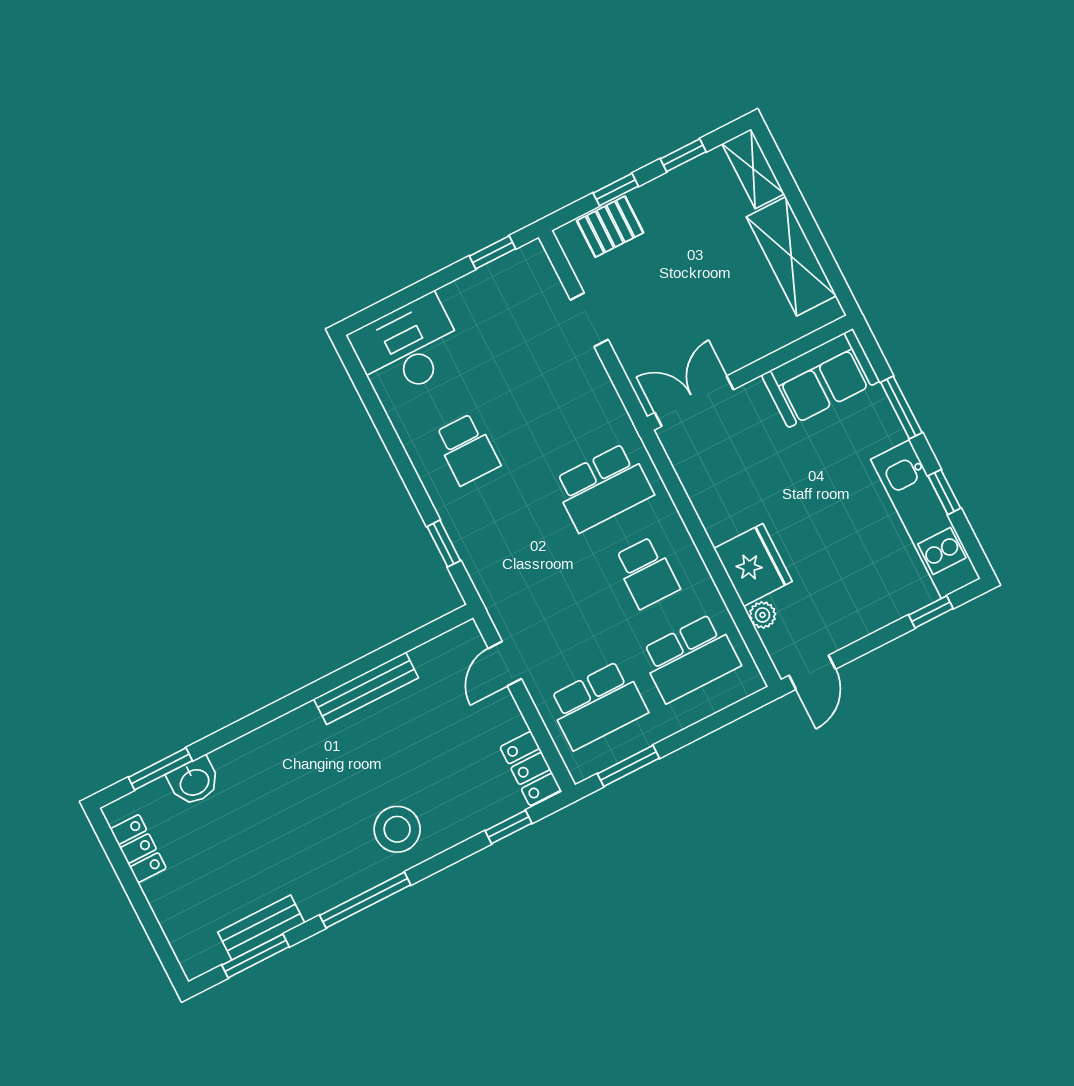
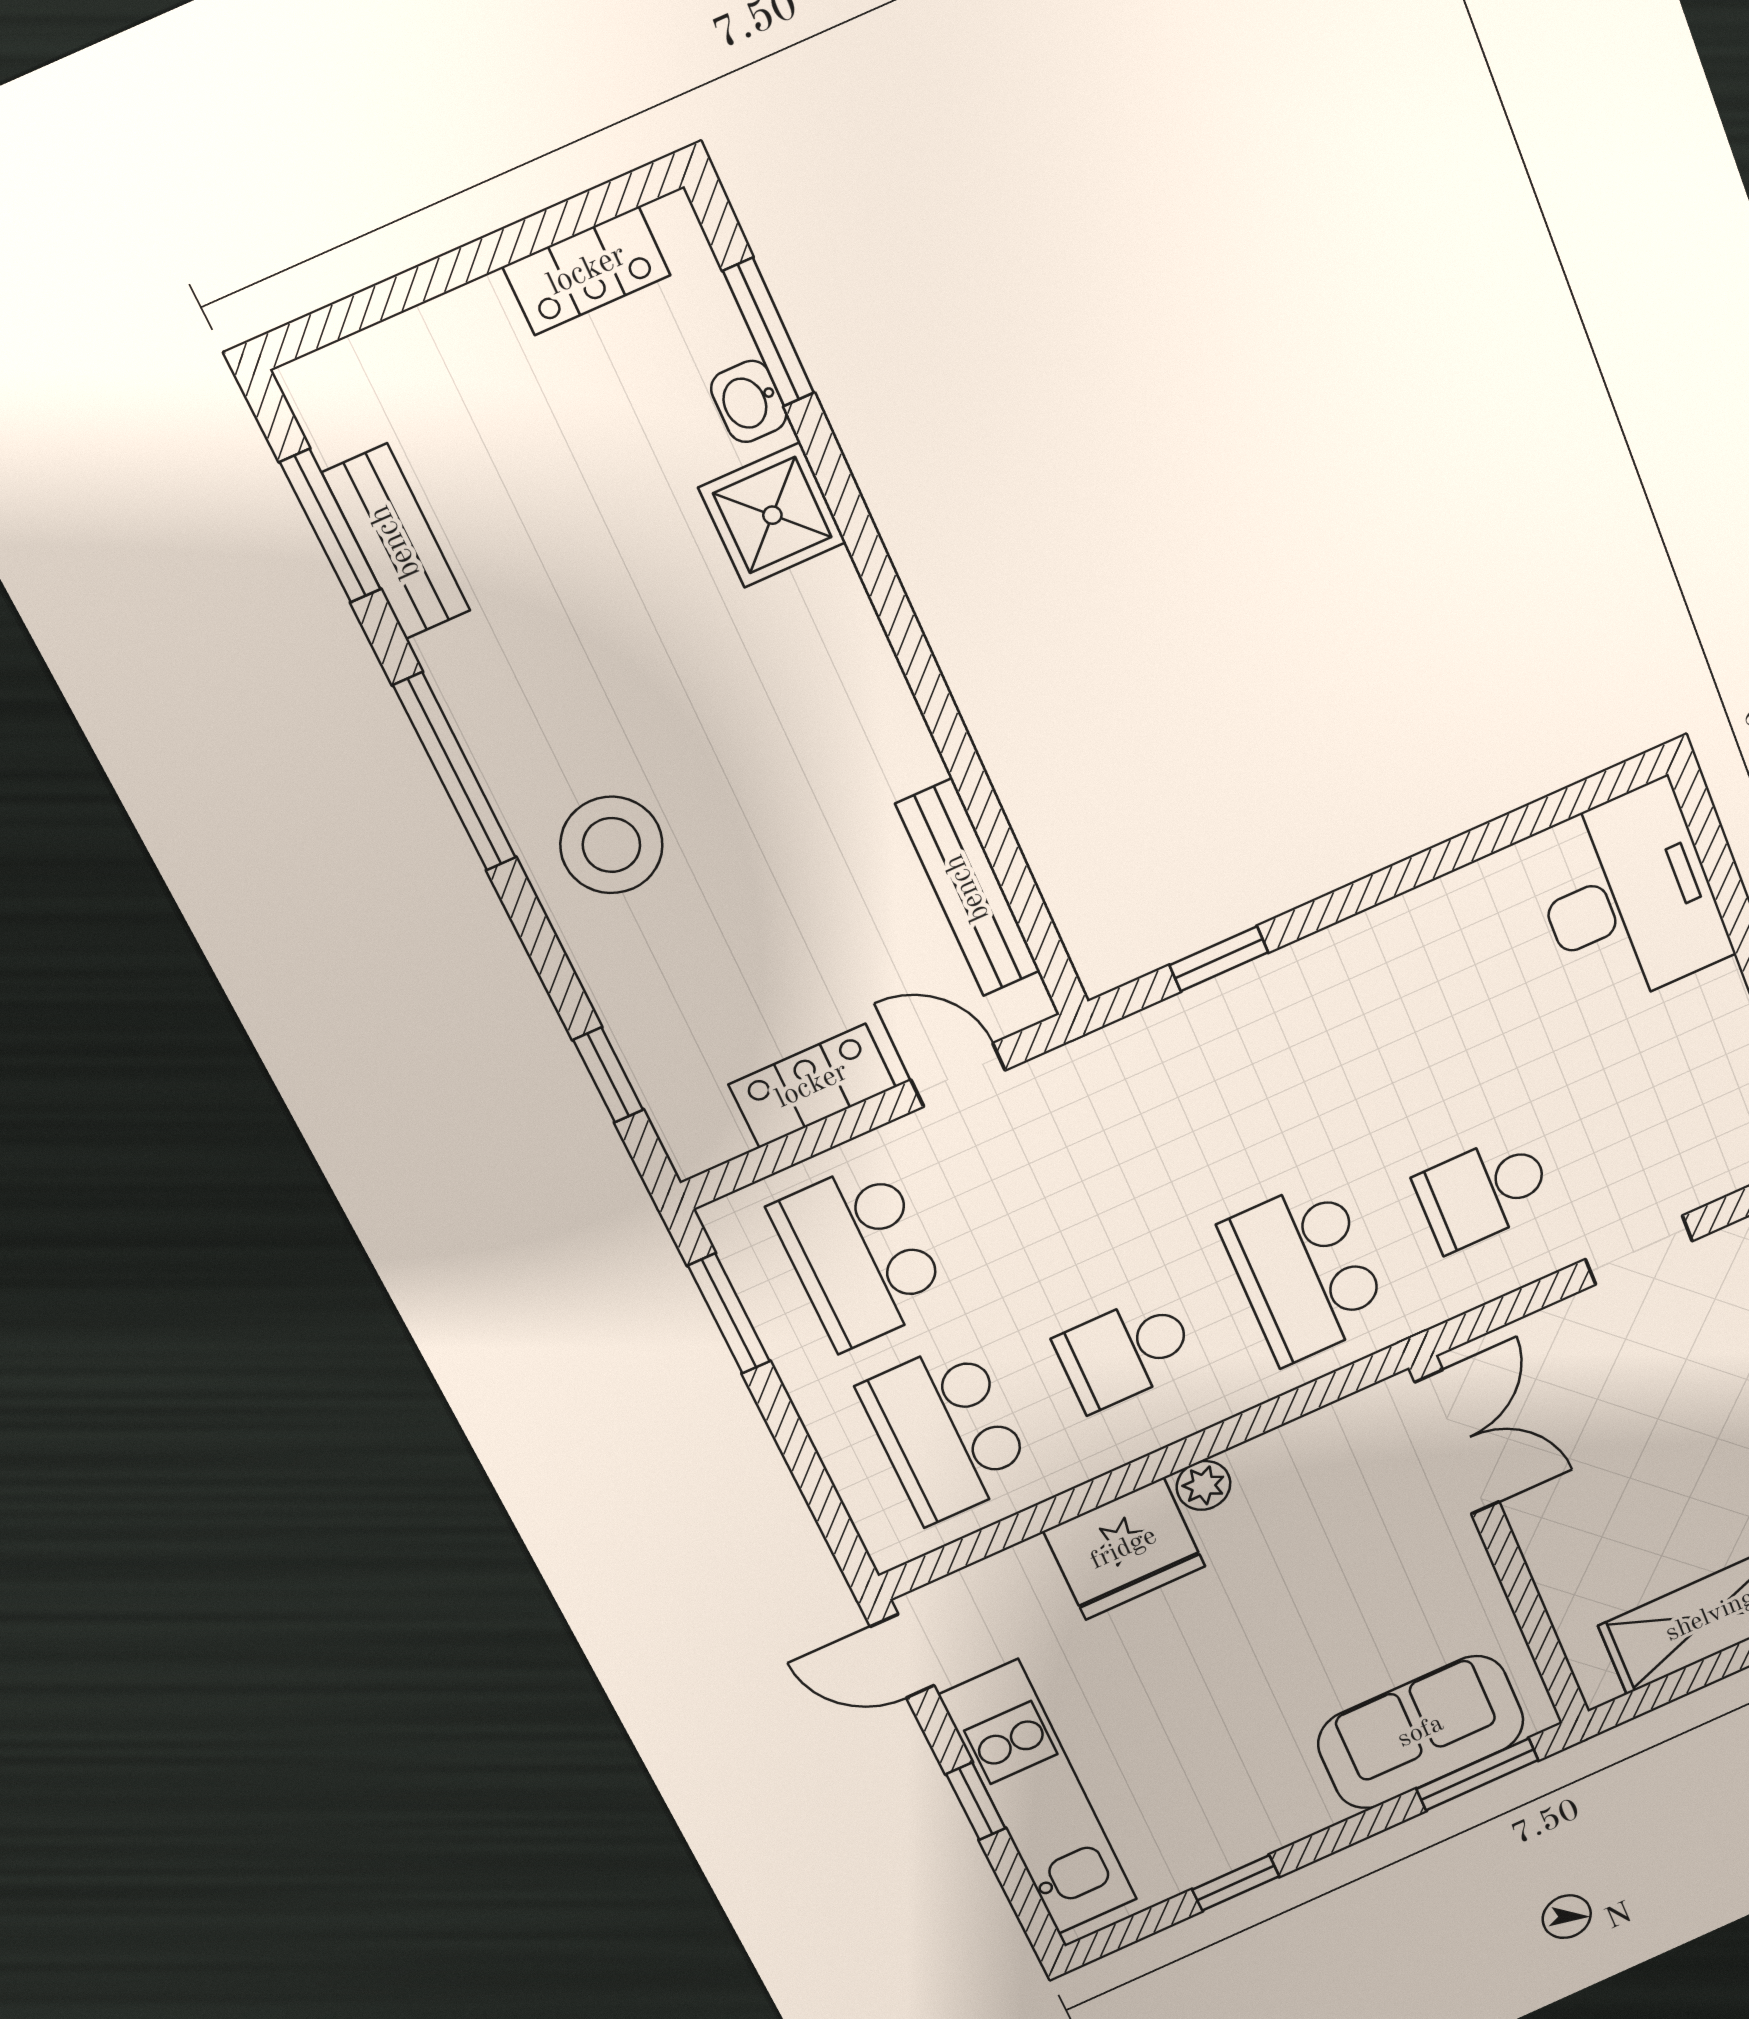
sofa: (821, 378) -> (1421, 1732), moved, turned 90
window: (901, 407) -> (1477, 1774), moved
school desk: (467, 449) -> (1484, 1192), moved
kitchen unit: (925, 519) -> (1039, 1798), moved, turned 90
window: (931, 612) -> (976, 1801), moved
plant: (763, 615) -> (1203, 1485), moved
bench: (366, 688) -> (968, 888), moved
shower: (242, 763) -> (772, 515), added
locker: (530, 769) -> (812, 1086), moved
washbasin: (194, 781) -> (749, 401), width x0.72, depth x0.69

